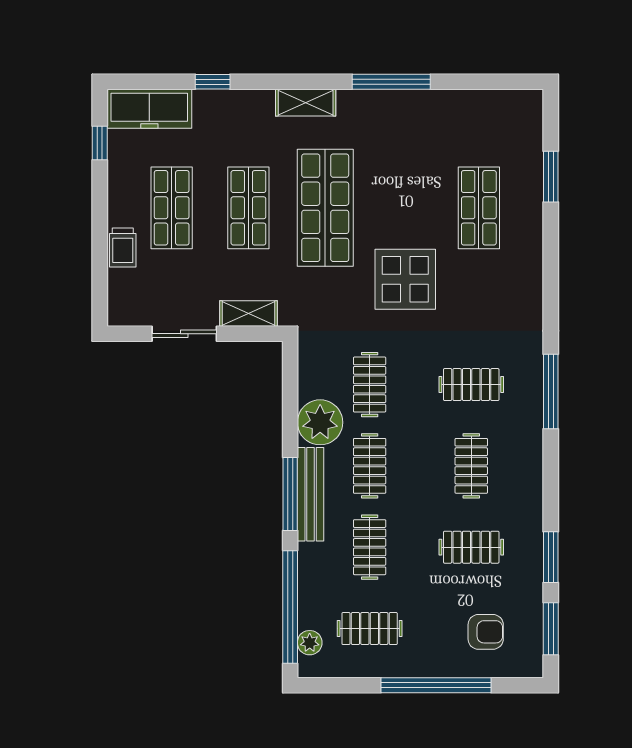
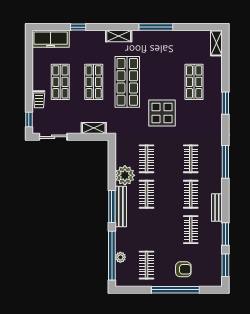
shelving: (530, 118) -> (216, 43), added
window: (100, 143) -> (29, 120), moved
window: (551, 177) -> (225, 103), moved
sliding door: (184, 334) -> (53, 137), moved
clothes rail: (471, 385) -> (191, 159), turned 90
bench: (531, 496) -> (217, 208), added
clothes rail: (370, 547) -> (147, 230), removed
clothes rail: (471, 547) -> (191, 230), turned 90
clothes rail: (370, 629) -> (147, 265), turned 90
armchair: (486, 632) -> (183, 269), moved
plant: (310, 643) -> (120, 257), moved

